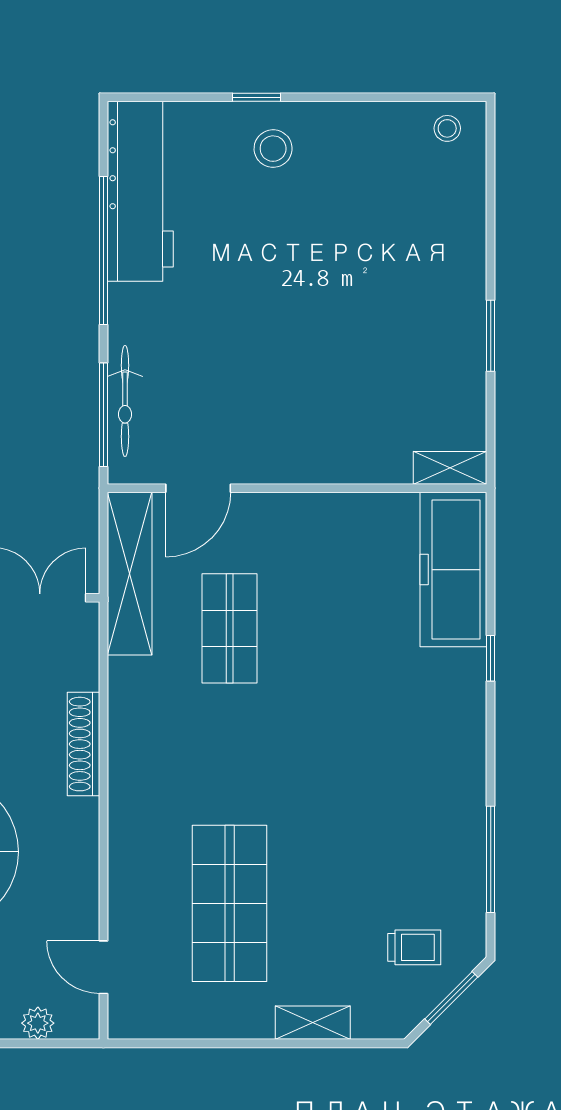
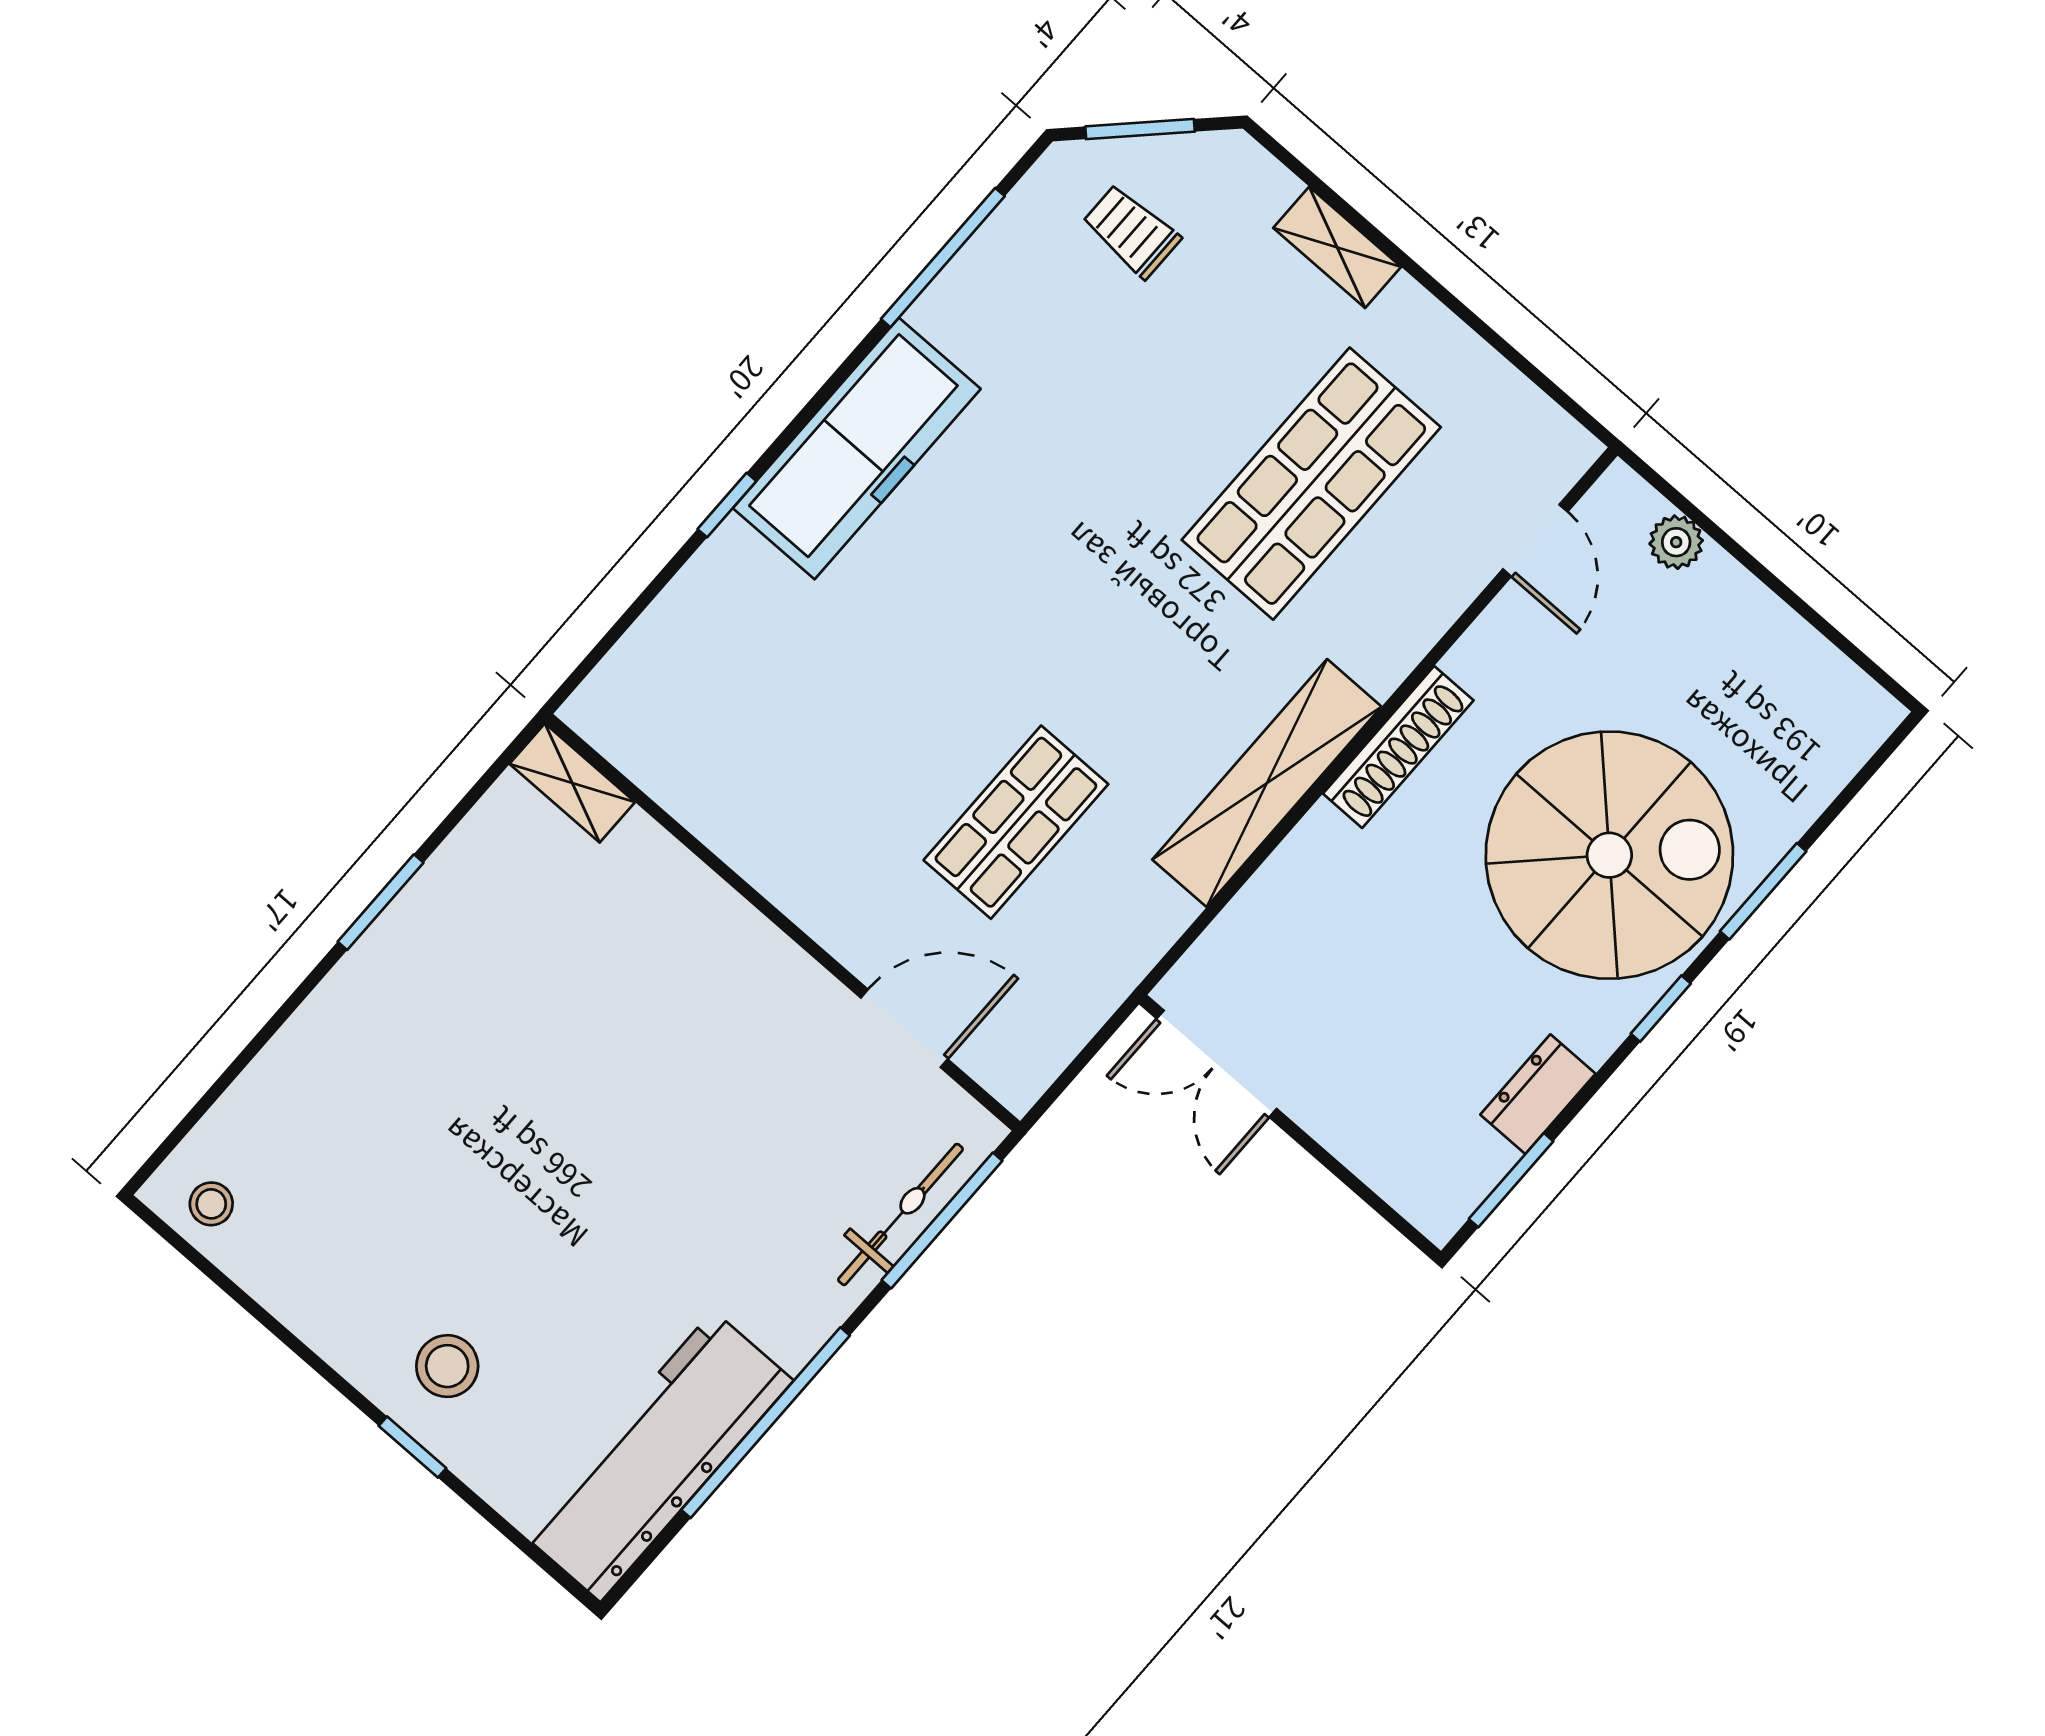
freezer: (453, 570) -> (857, 448), moved
shelving: (130, 574) -> (1267, 783), moved
shoe rack: (84, 744) -> (1398, 747), moved

